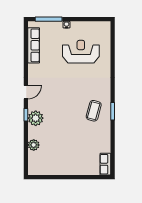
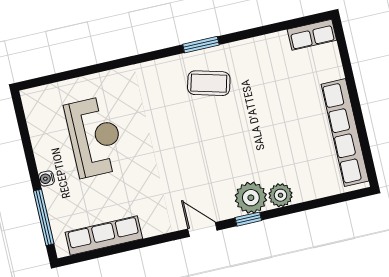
reception desk: (81, 52) -> (95, 137), turned 180
plant: (34, 145) -> (281, 195), moved
row of seats: (56, 169) -> (345, 133), added

